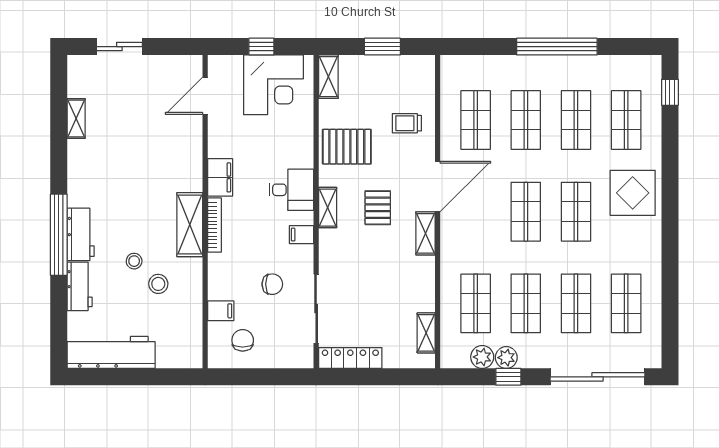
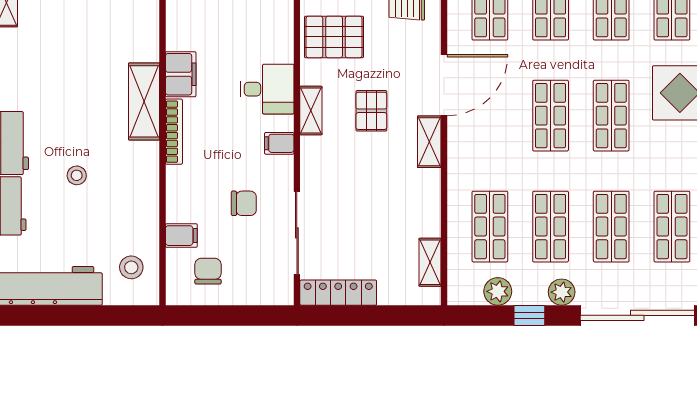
shelving: (190, 225) -> (144, 101), moved
stool: (158, 284) -> (131, 267), moved
plant: (506, 358) -> (562, 292), moved

